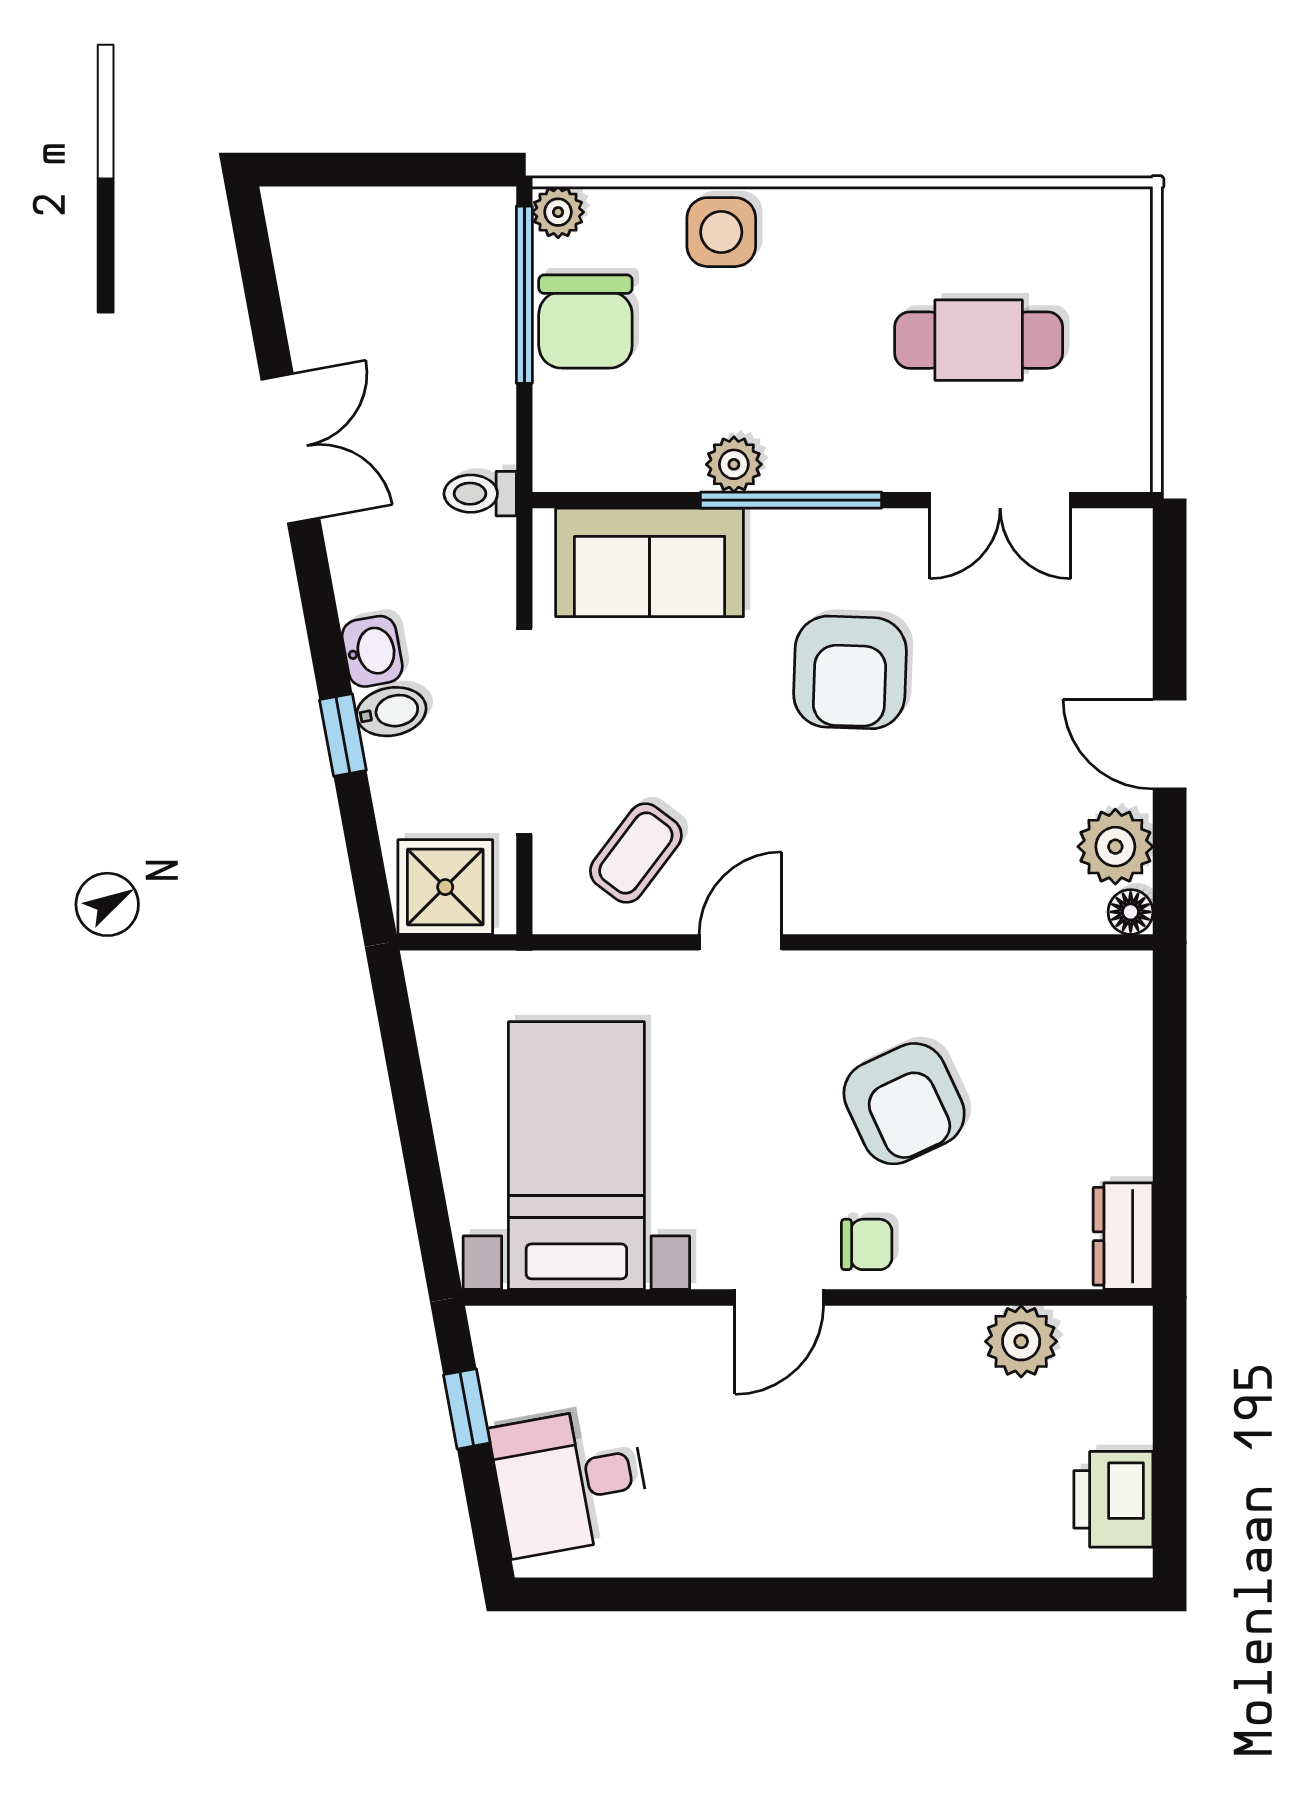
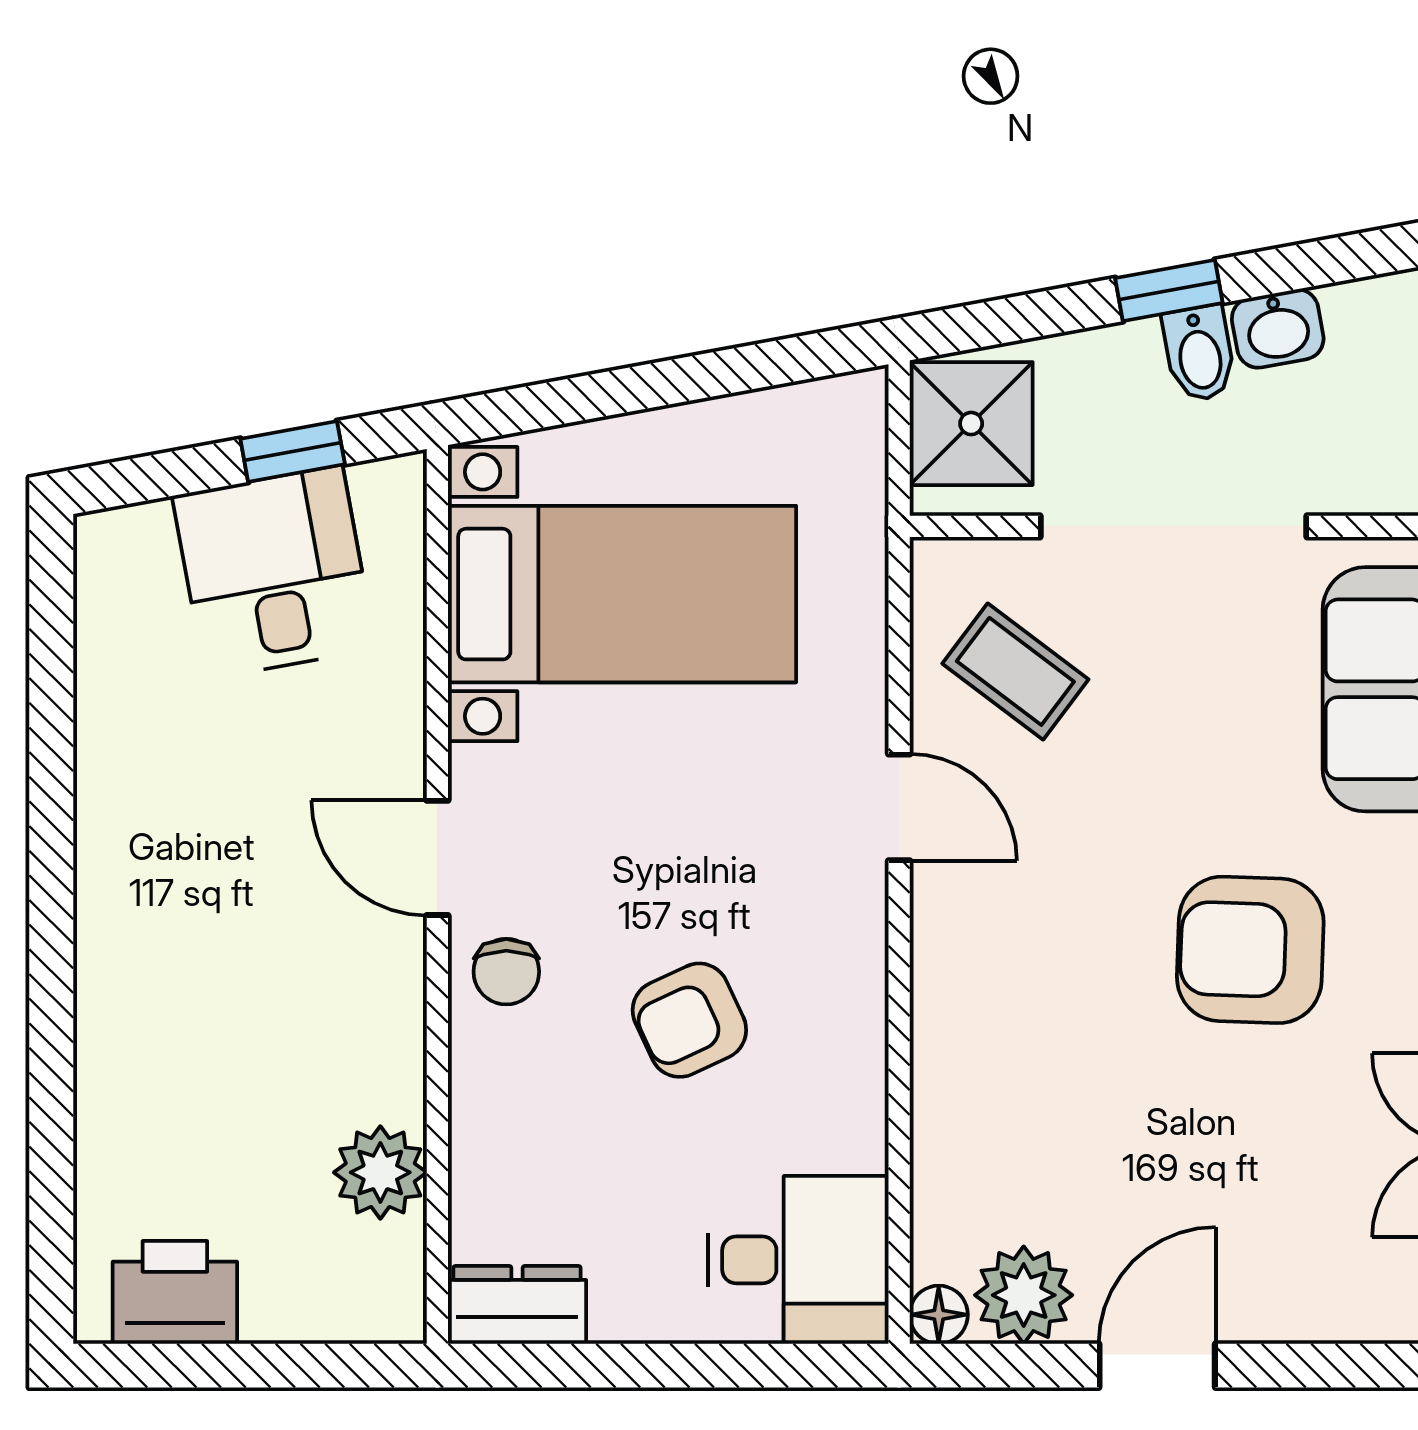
desk: (1088, 1020) -> (798, 1260), added
armchair: (904, 1104) -> (689, 1020), width x0.72, depth x0.72
desk: (570, 1481) -> (274, 572), moved

